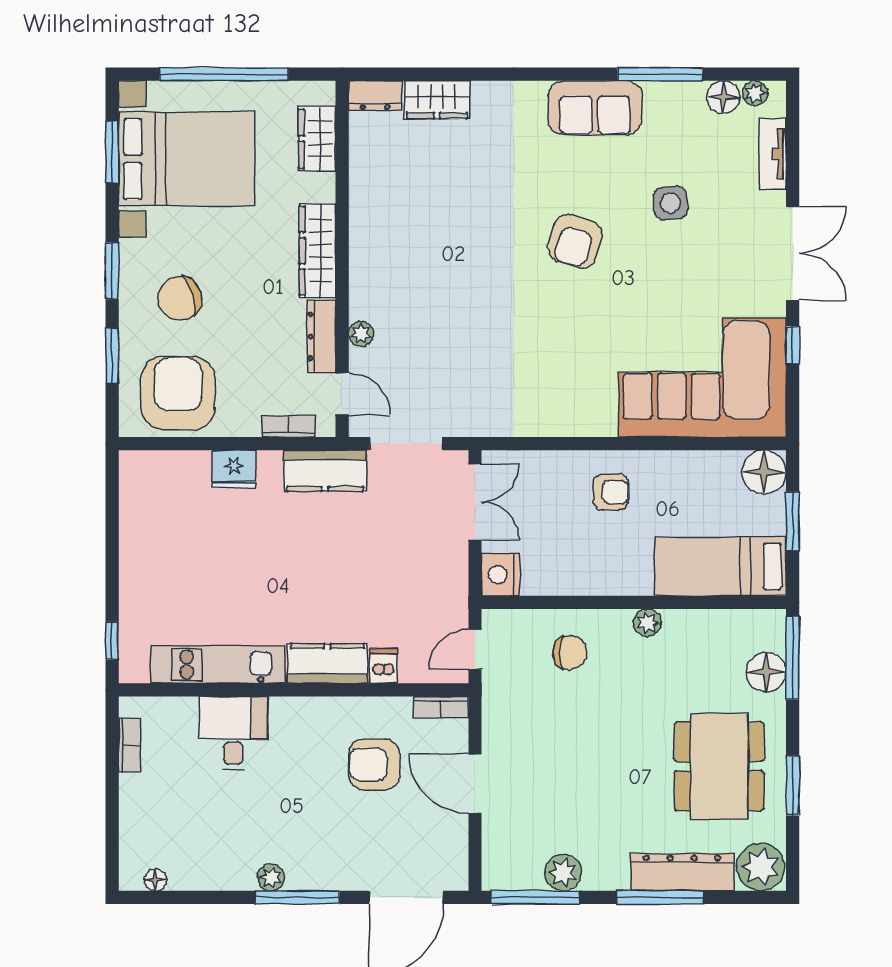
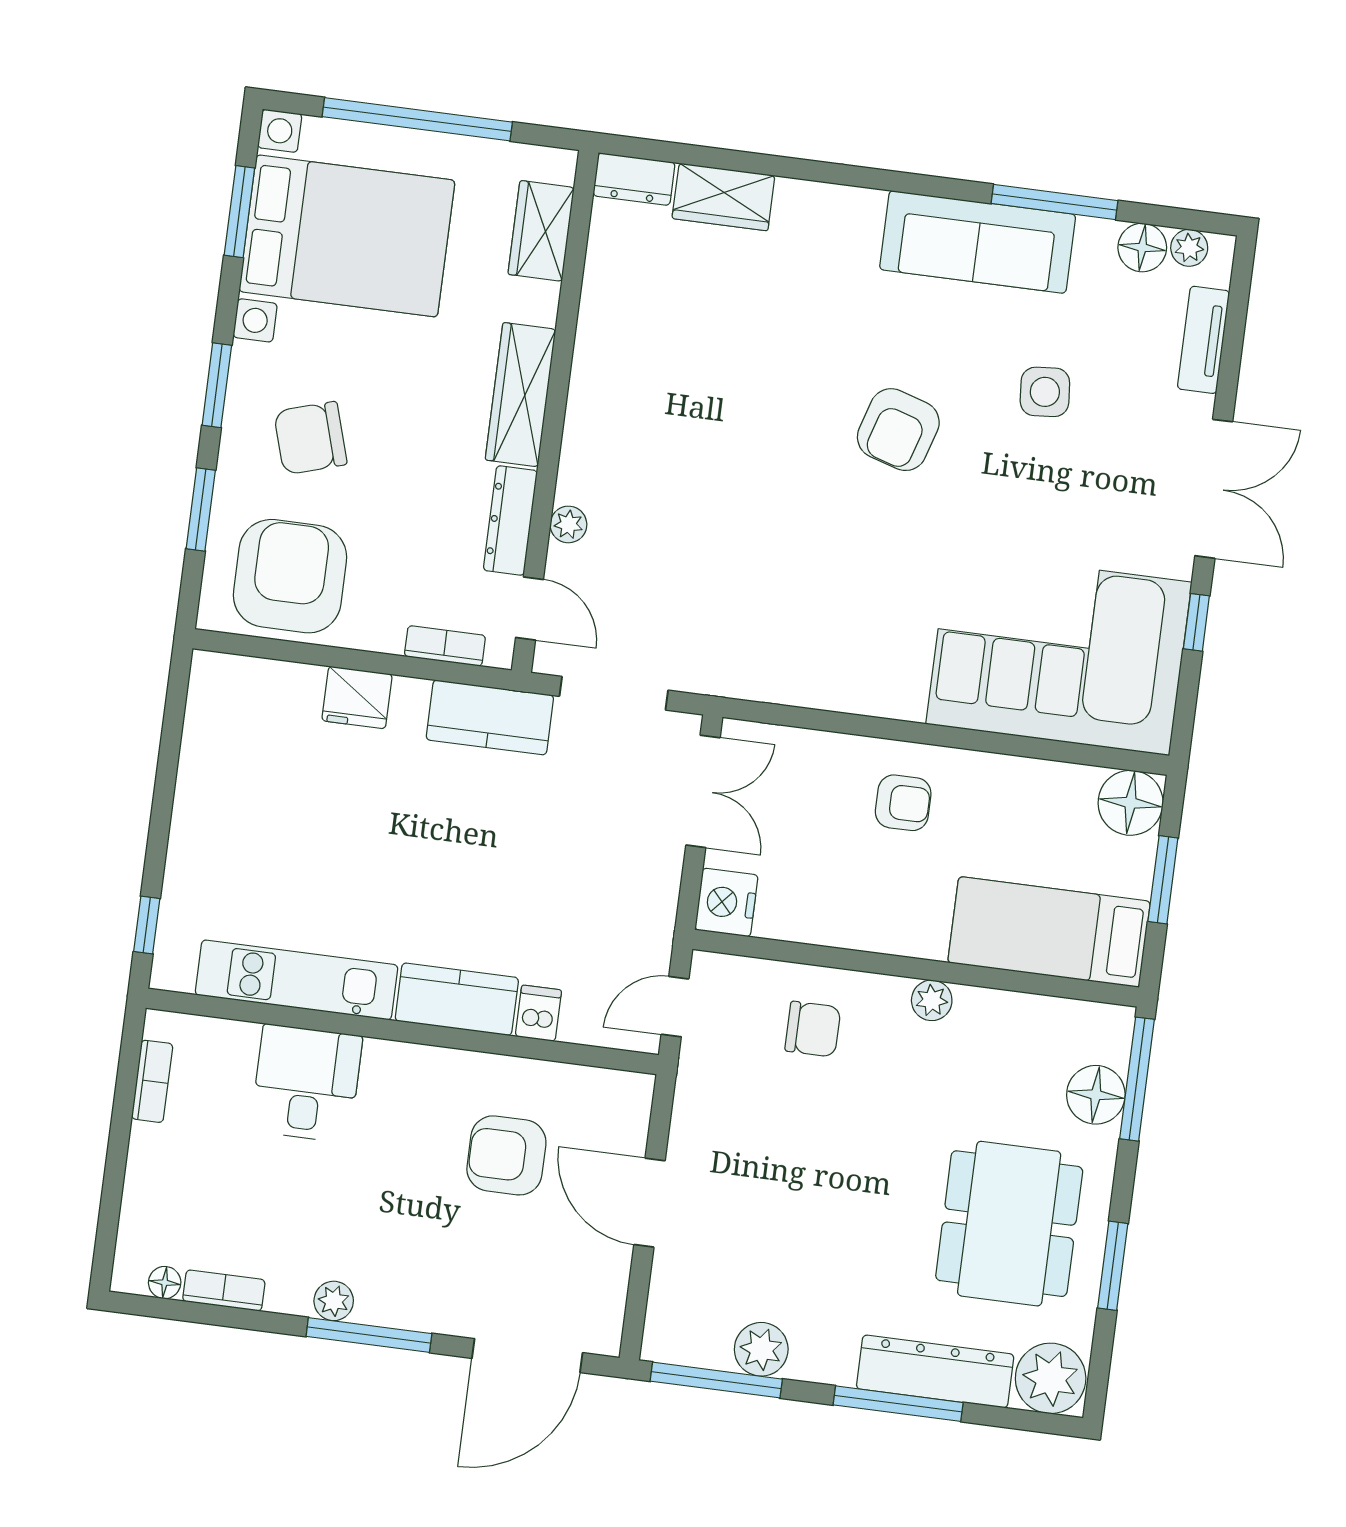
sofa: (595, 108) -> (978, 242), width x1.36
bookcase: (440, 707) -> (224, 1290), moved, turned 180

